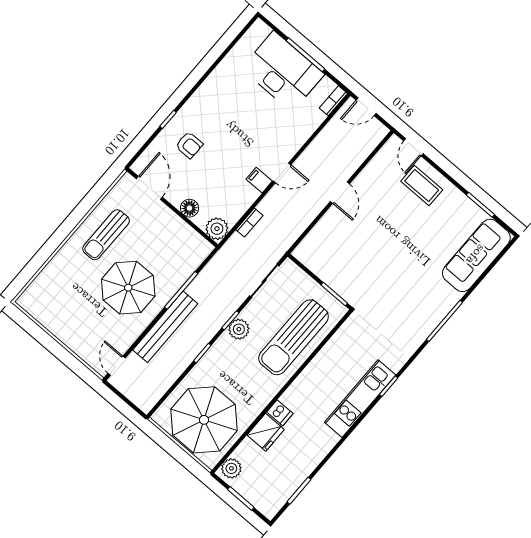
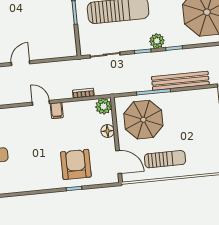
armchair: (189, 145) -> (76, 164), width x1.88, depth x1.88
door: (149, 188) -> (119, 162), swing flipped
parasol: (128, 288) -> (143, 120), moved
plant: (239, 329) -> (157, 41), moved

